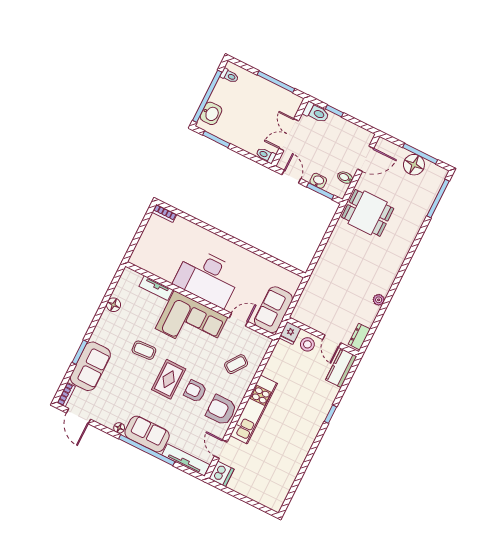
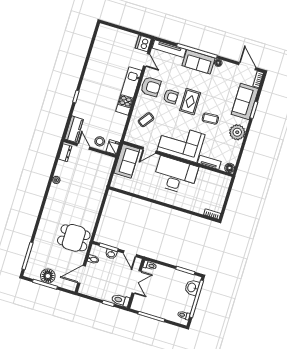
floor lamp: (113, 305) -> (230, 168), moved
plant: (109, 324) -> (237, 132), added

